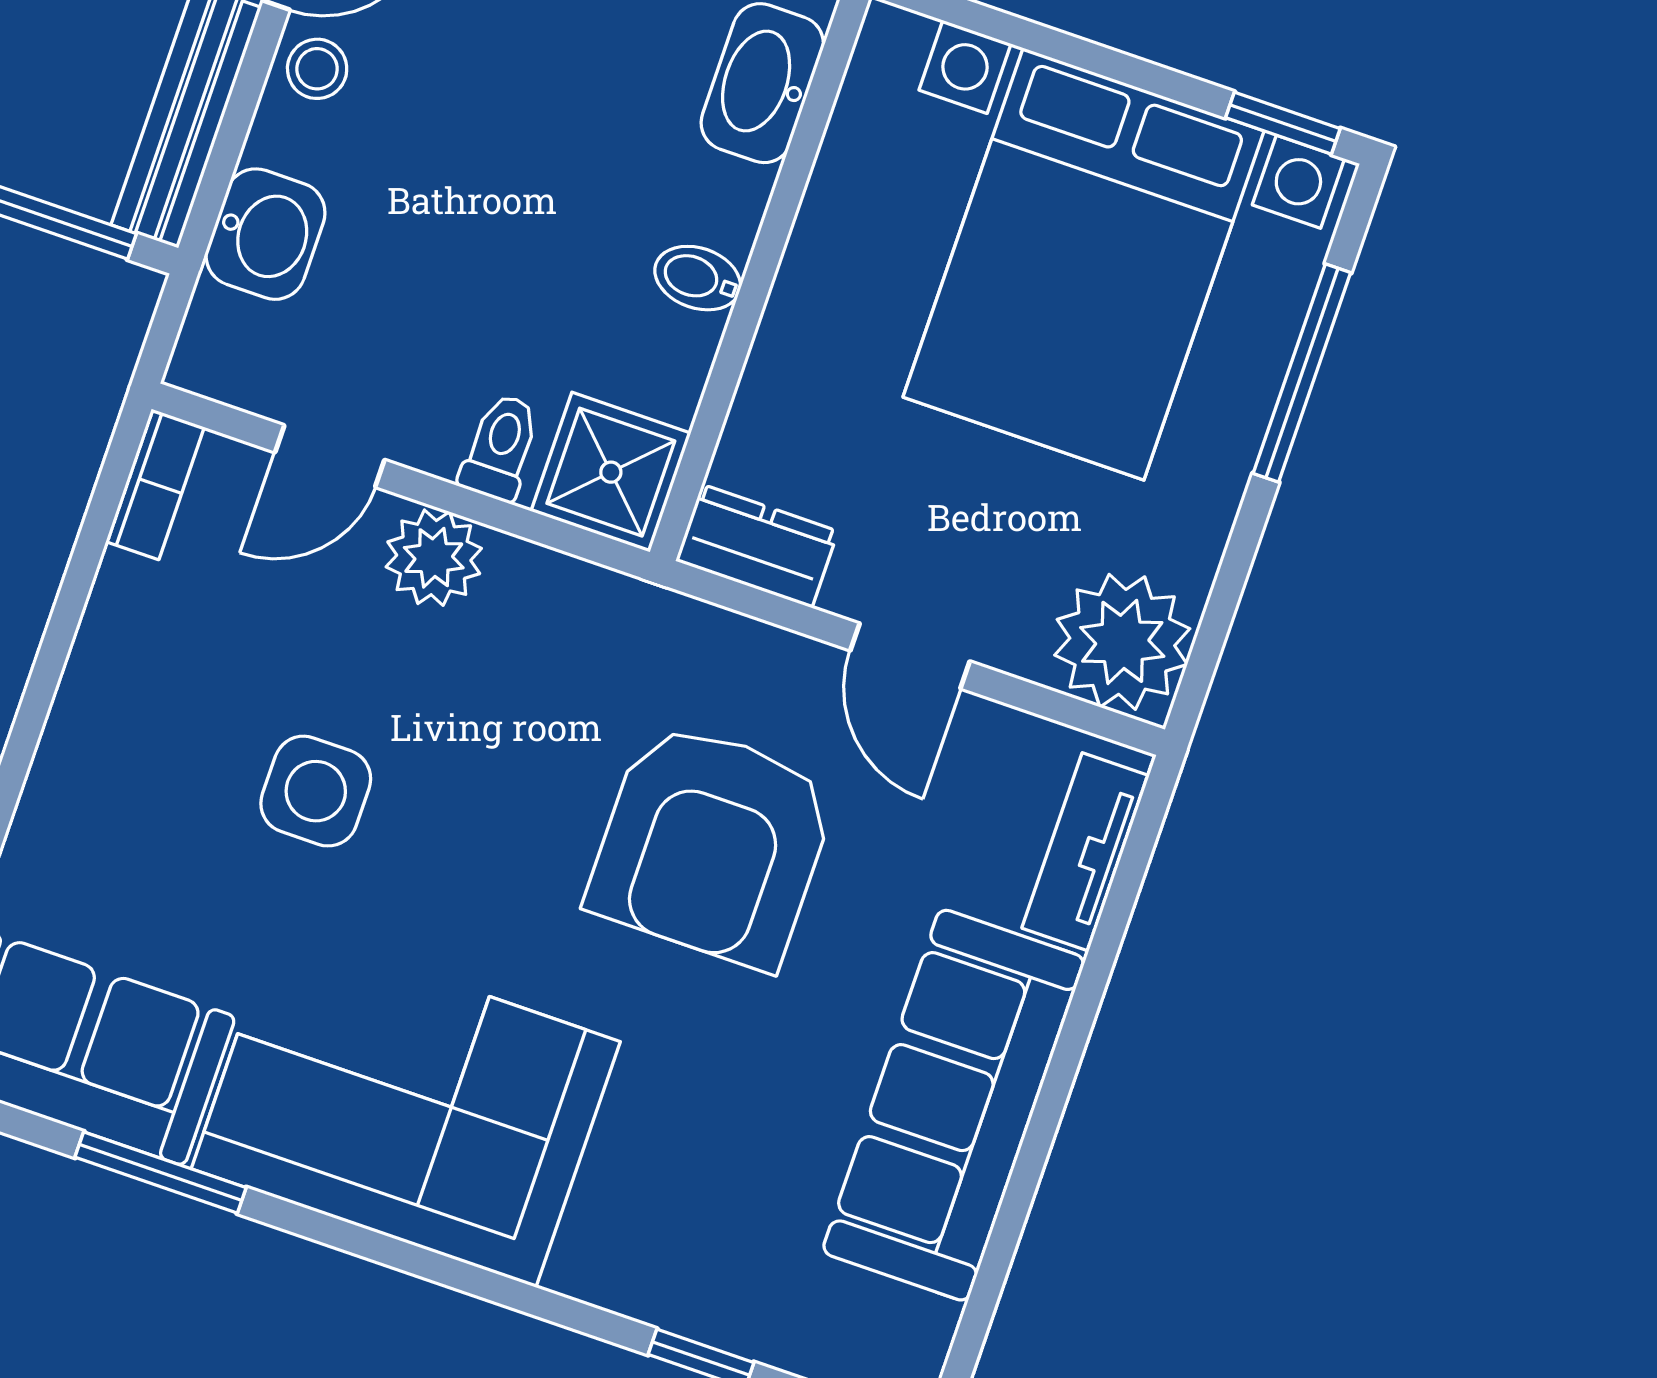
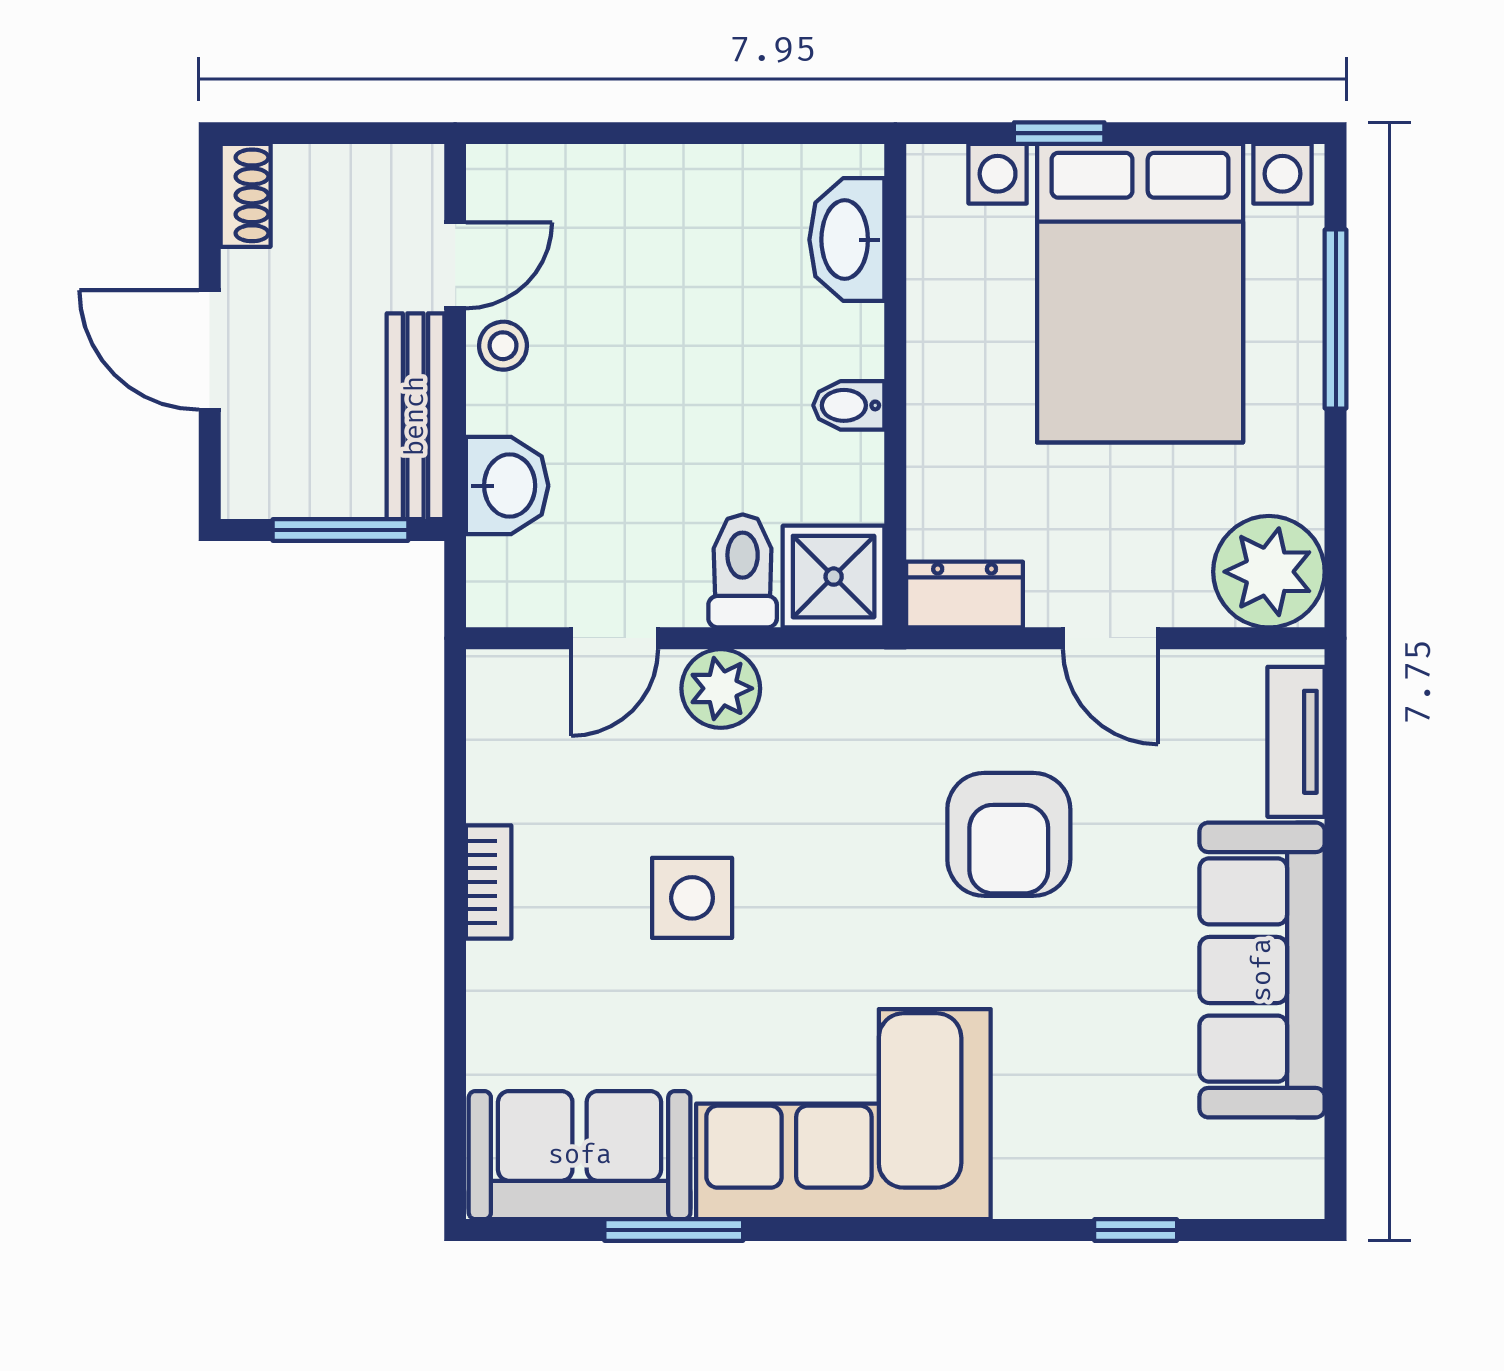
window: (1283, 123) -> (1059, 133), moved
toilet: (500, 447) -> (743, 571), width x1.37, depth x1.39
bookcase: (155, 484) -> (489, 882), moved
armchair: (712, 844) -> (1009, 834), width x0.73, depth x0.73

